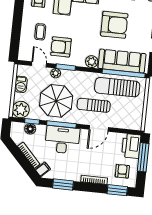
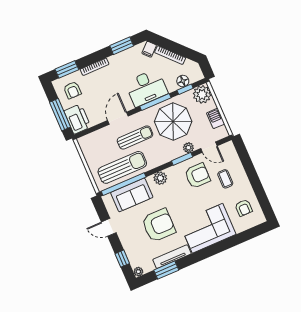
armchair: (114, 25) -> (159, 225), turned 180
sofa: (122, 61) -> (132, 195), width x0.73

